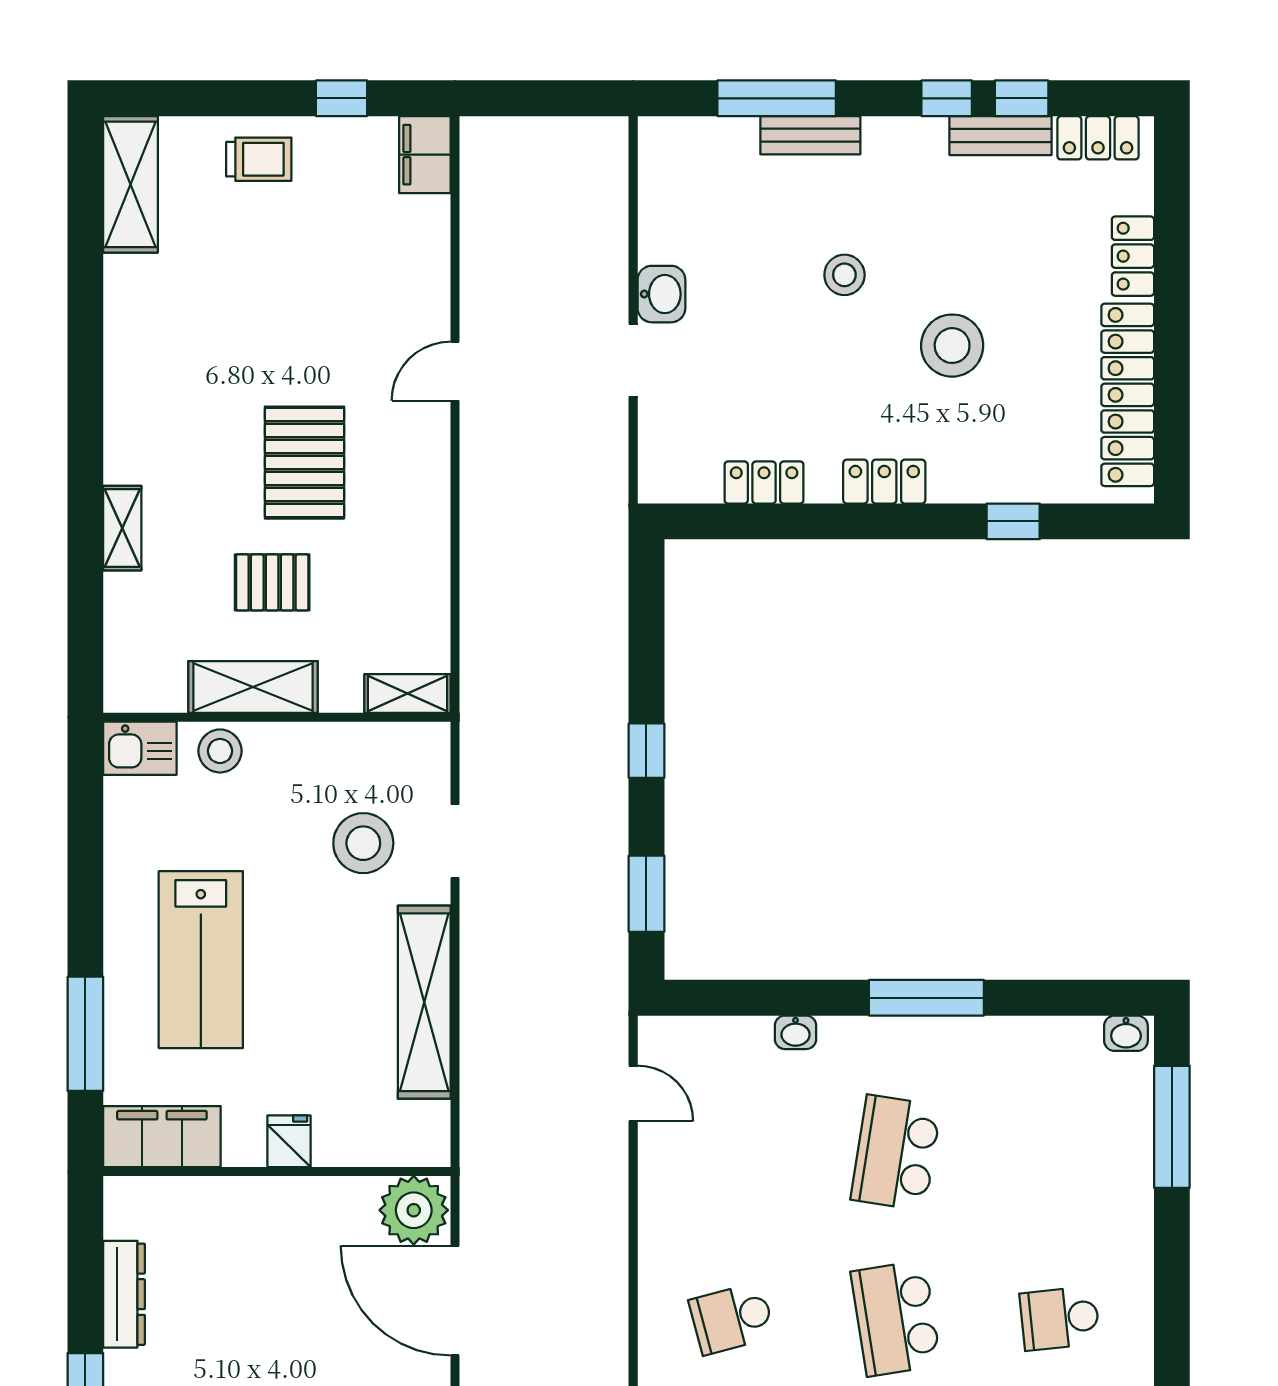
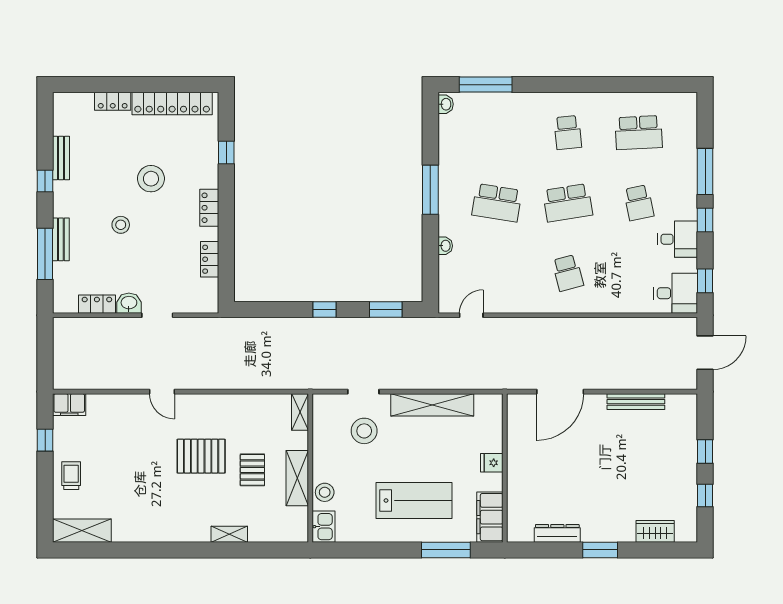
window: (1022, 98) -> (45, 149), removed
locker: (1098, 138) -> (97, 304), moved, turned -90
plant: (414, 1210) -> (521, 409), removed

